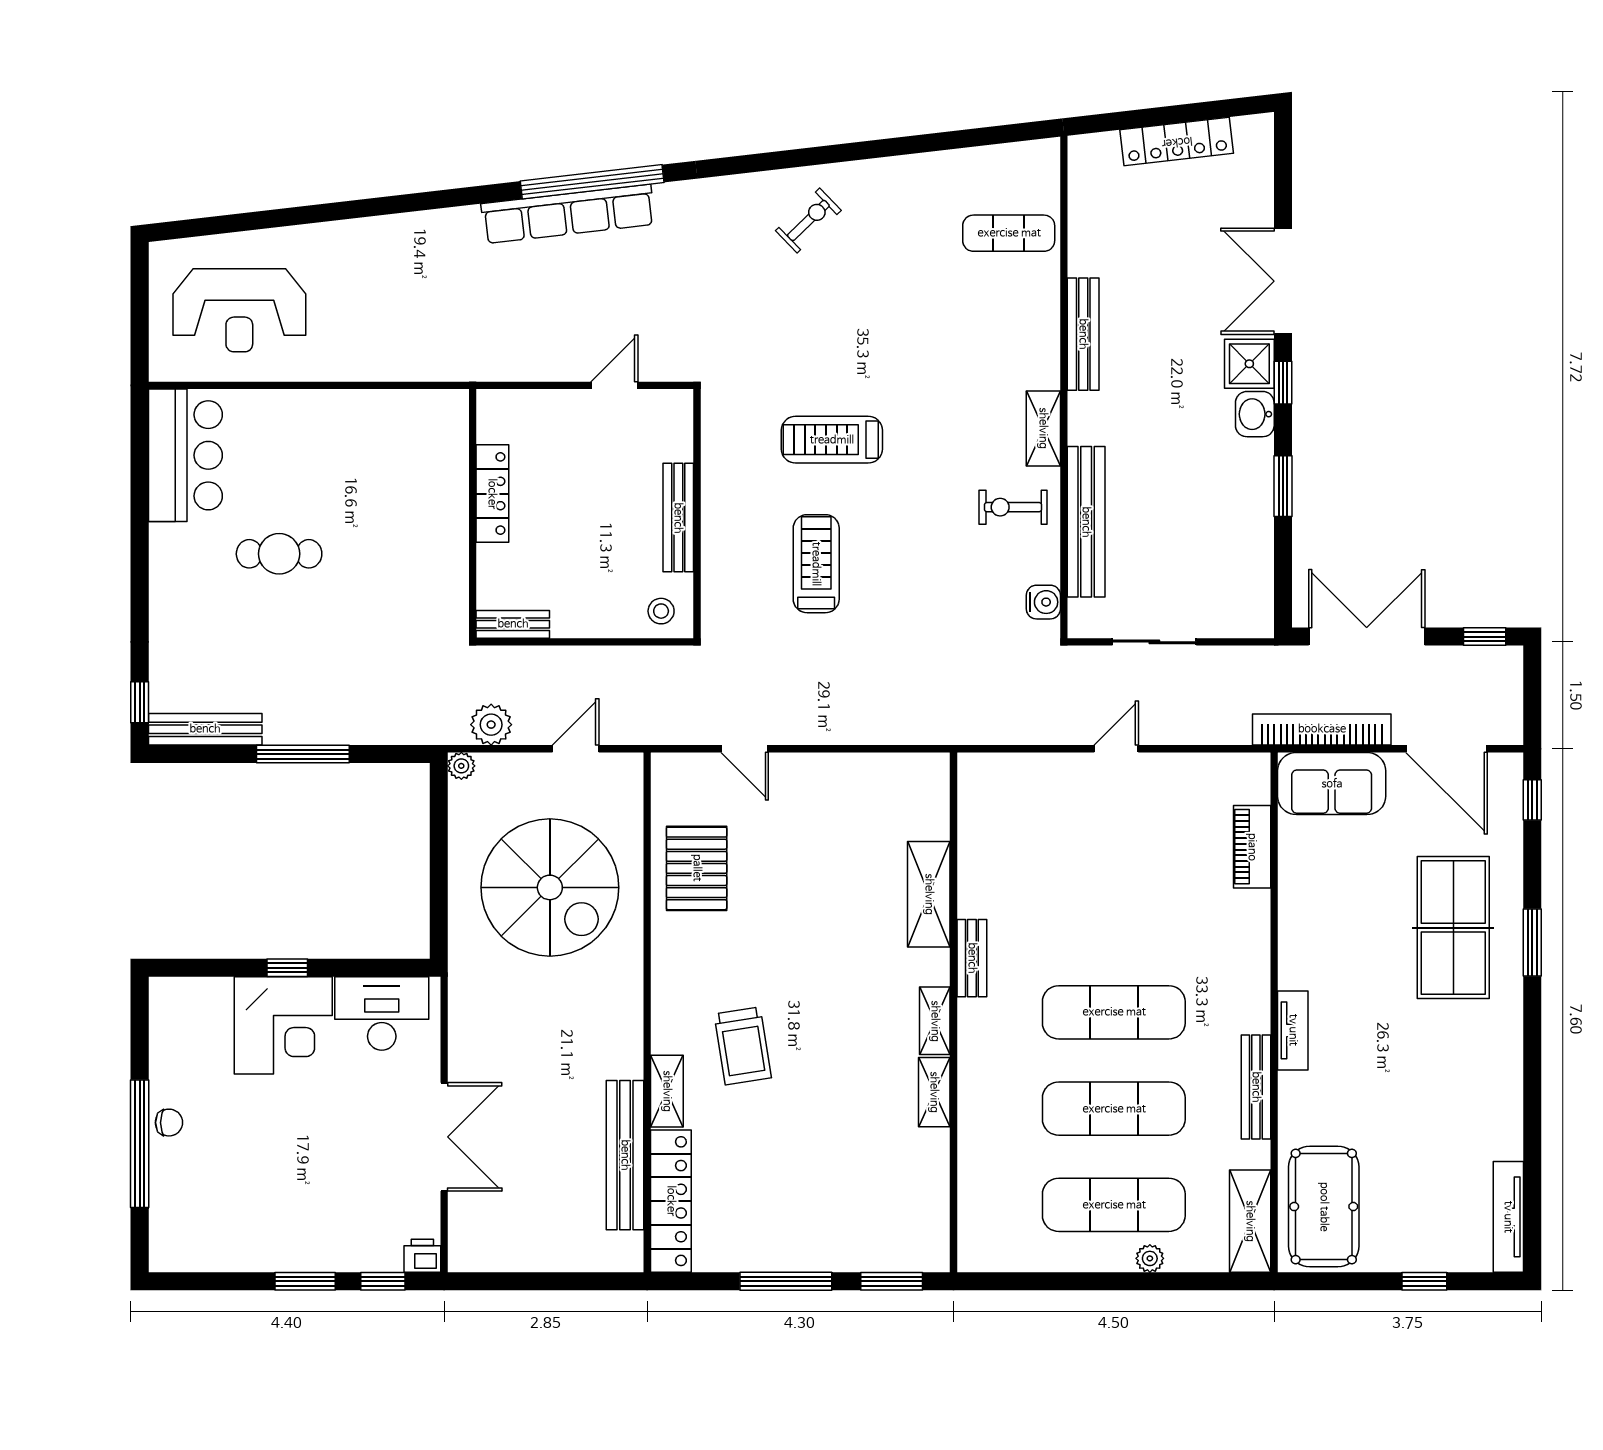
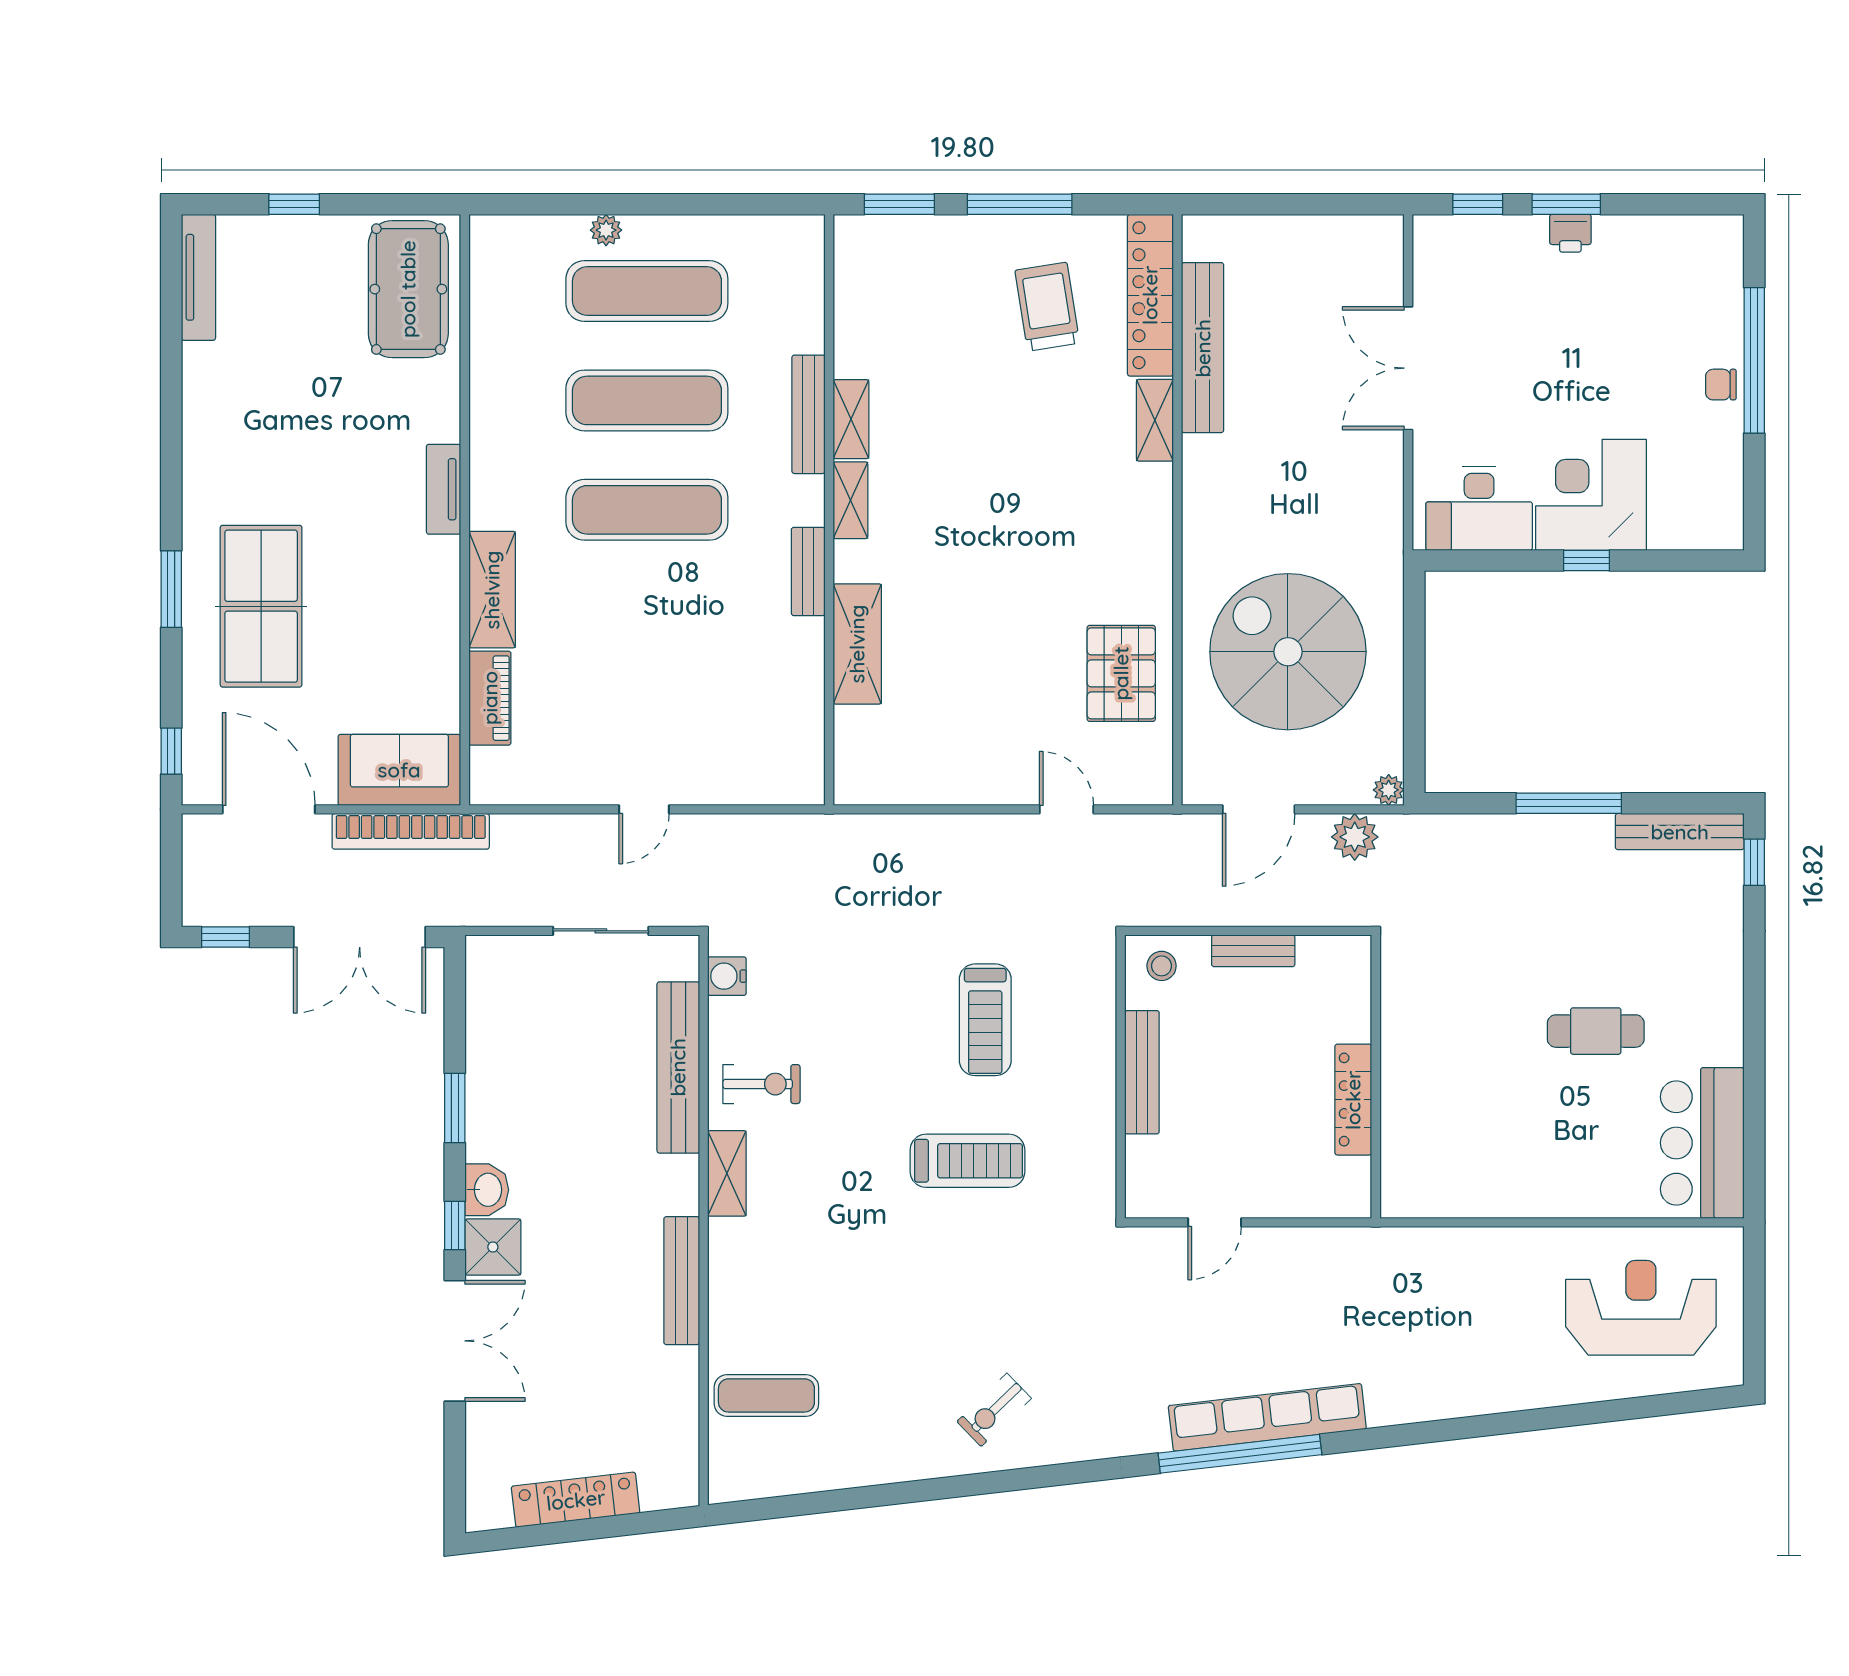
bench: (513, 624) -> (1253, 951), moved
door: (576, 749) -> (1259, 809), width x1.38
trolley: (743, 1046) -> (1047, 307), moved
bench: (1256, 1087) -> (809, 414), moved
shelving: (1250, 1221) -> (492, 590), moved
printer: (422, 1256) -> (1570, 233), moved

